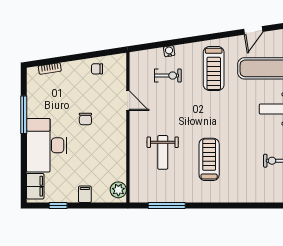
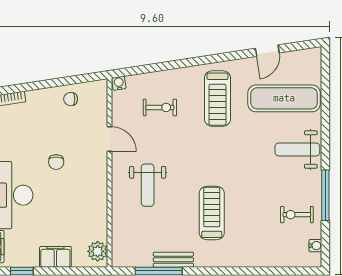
water cooler: (169, 51) -> (119, 83), moved
weight bench: (163, 152) -> (148, 185), moved
filing cabinet: (85, 194) -> (55, 257), width x2.00
bench: (179, 197) -> (173, 260), added

